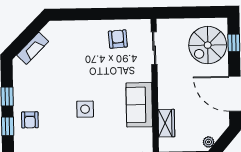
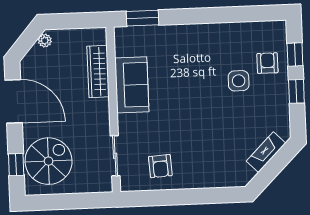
side table: (85, 109) -> (239, 81), moved
wardrobe: (166, 123) -> (98, 71), width x1.50

